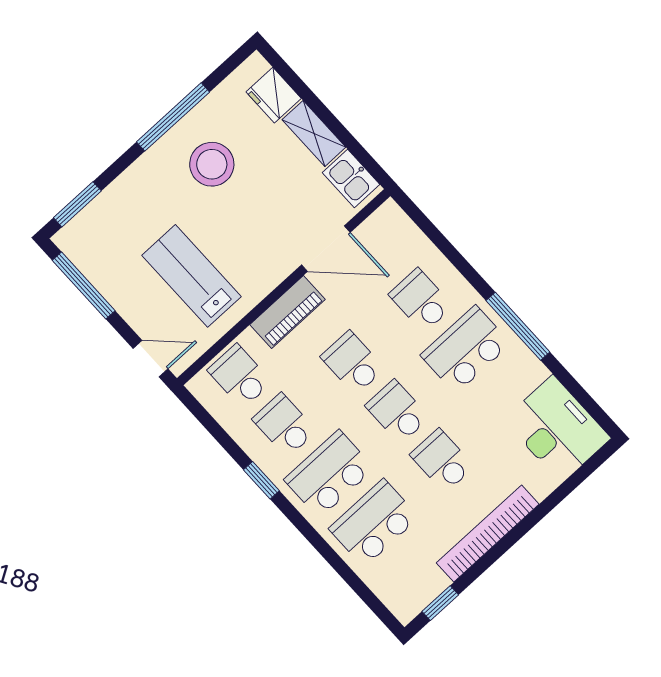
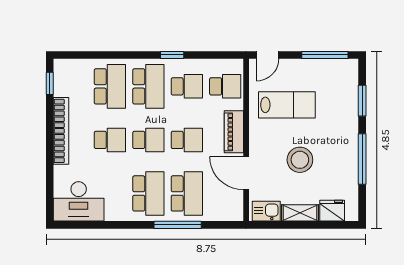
stool: (212, 164) -> (300, 160), moved
window: (77, 204) -> (362, 101), moved
door: (326, 249) -> (246, 173), hinge flipped
school desk: (421, 300) -> (187, 193), width x1.85
window: (518, 326) -> (178, 225), moved

